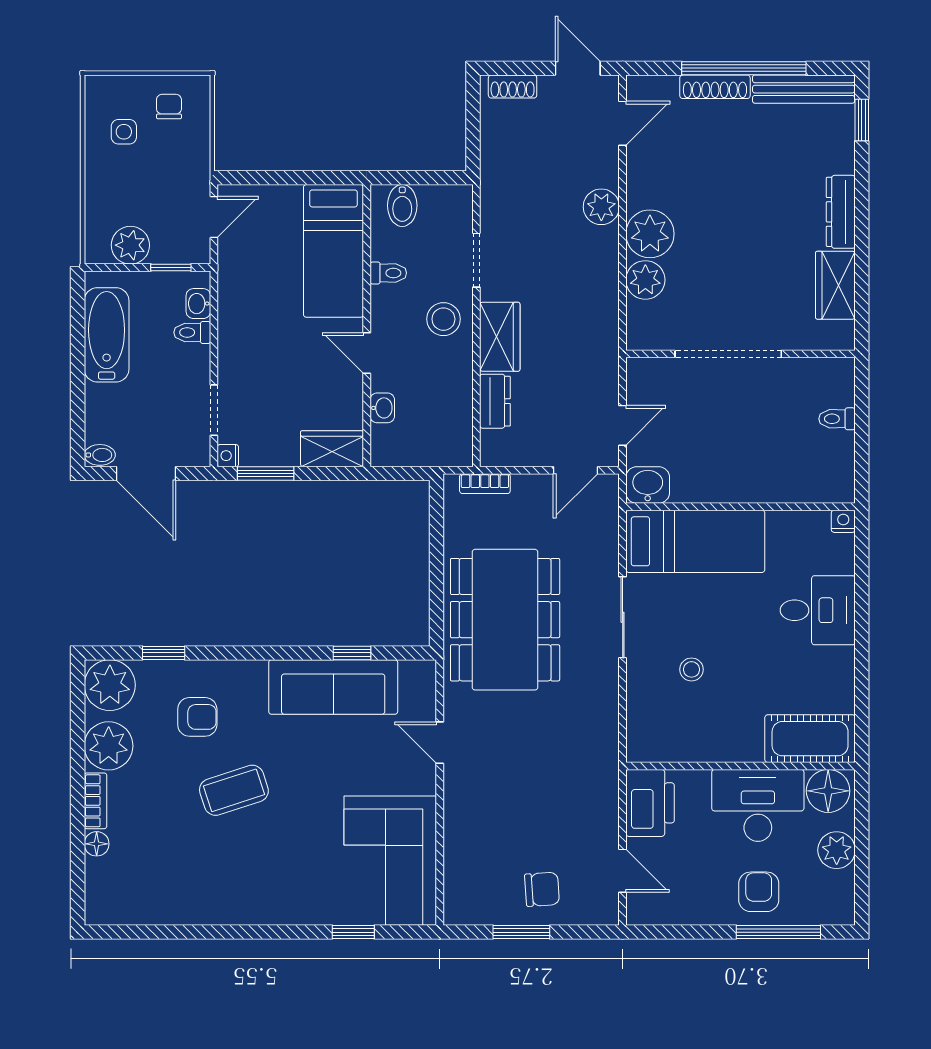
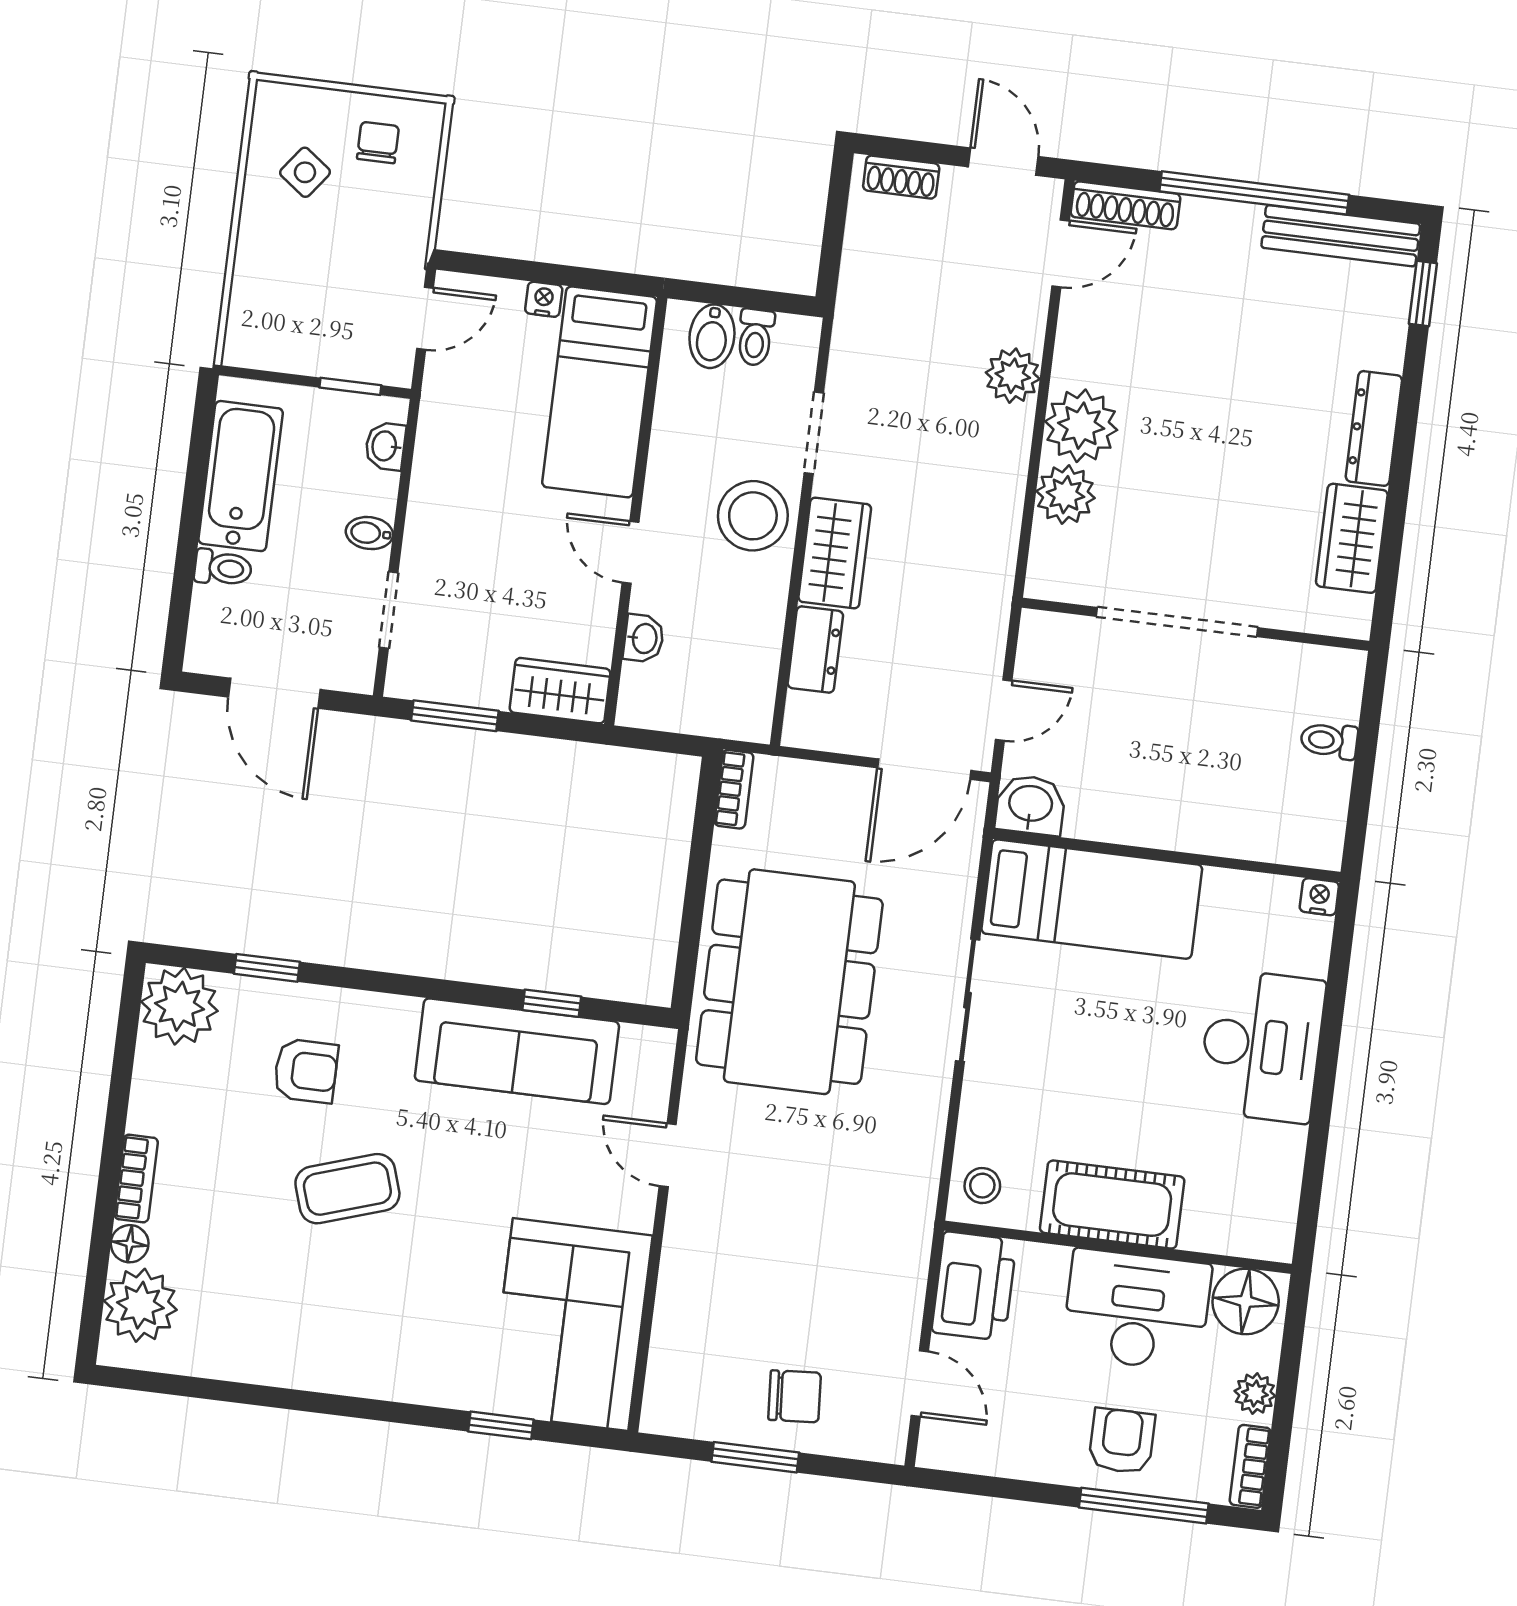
shoe rack: (715, 87) -> (1125, 205), moved
side table: (124, 132) -> (305, 172), turned 37
plant: (130, 245) -> (294, 345), removed
toilet: (388, 273) -> (755, 337), moved, turned 90
stool: (443, 319) -> (753, 516), width x1.38, depth x1.38
toilet: (192, 332) -> (223, 568), moved, turned 180
bidet: (100, 455) -> (369, 533), moved, turned 180
nightstand: (228, 456) -> (544, 299), moved, turned 90
door: (576, 470) -> (924, 769), width x1.38
bookcase: (485, 484) -> (734, 789), moved, turned -90
desk: (818, 610) -> (1261, 1046), width x1.37
stool: (692, 669) -> (982, 1186), moved
cot: (810, 739) -> (1112, 1205), moved
plant: (109, 746) -> (140, 1305), moved
plant: (837, 850) -> (1255, 1394), width x0.73, depth x0.73
bookcase: (845, 898) -> (1250, 1466), added

